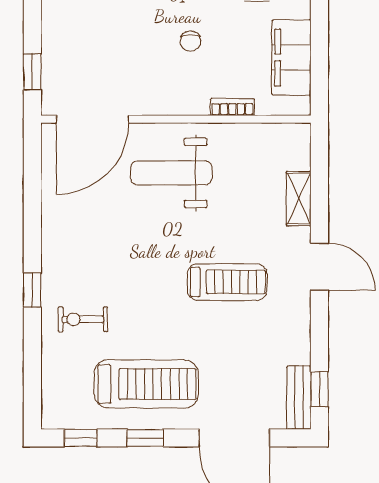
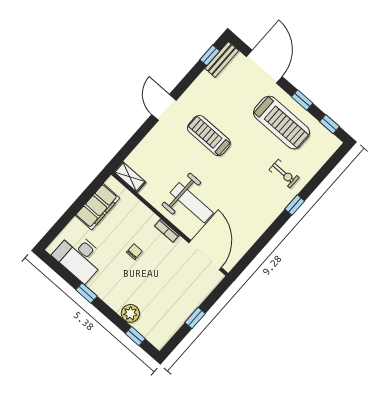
window: (32, 72) -> (195, 318), moved
bookcase: (232, 107) -> (167, 231), moved
door: (92, 119) -> (205, 255), hinge flipped
shelving: (299, 199) -> (130, 177), moved, turned 90
treadmill: (146, 384) -> (281, 123), turned 180

